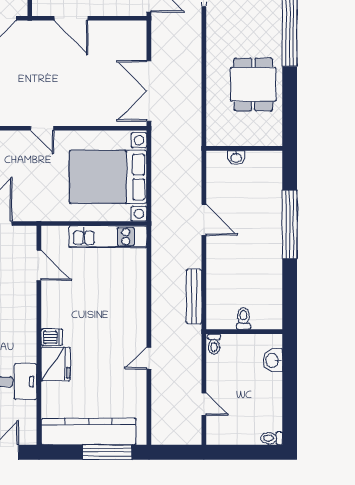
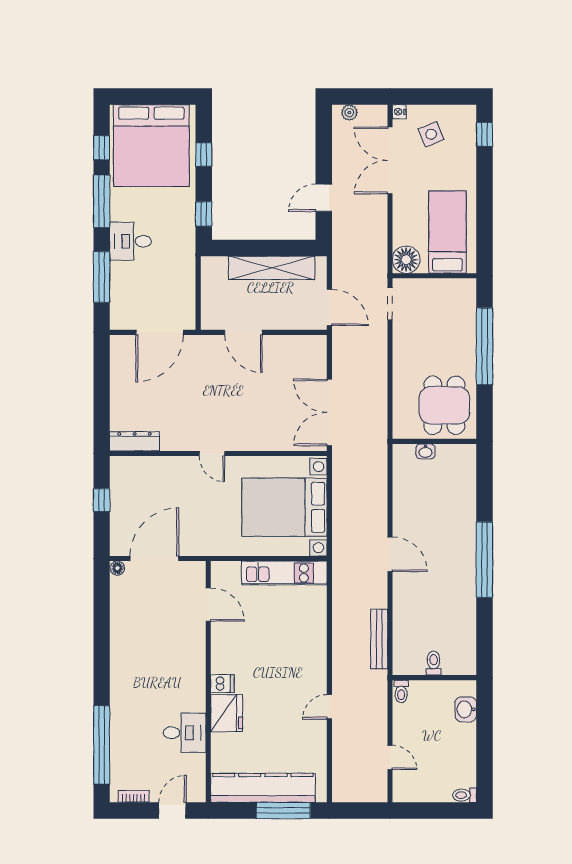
wall: (244, 148) -> (434, 441), moved
washbasin: (236, 157) -> (425, 451), moved

